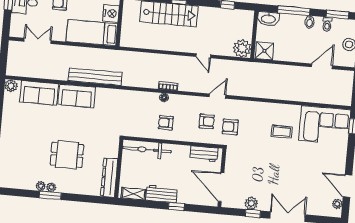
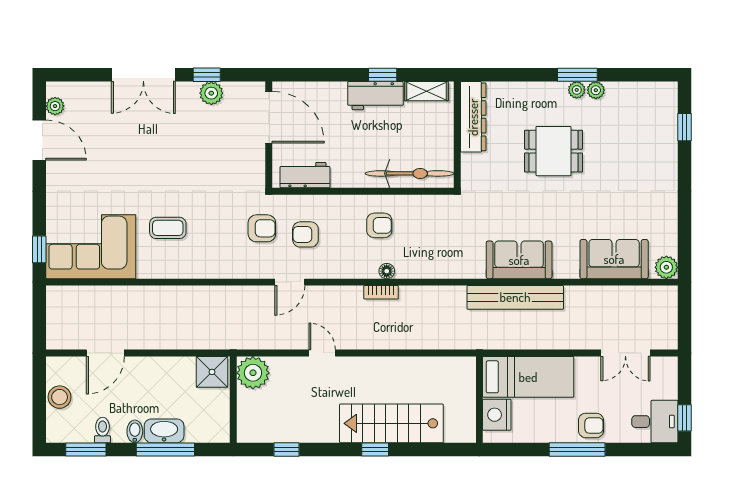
washbasin: (268, 19) -> (164, 431), moved
sofa: (77, 96) -> (519, 260), moved
window: (176, 207) -> (383, 75), moved

